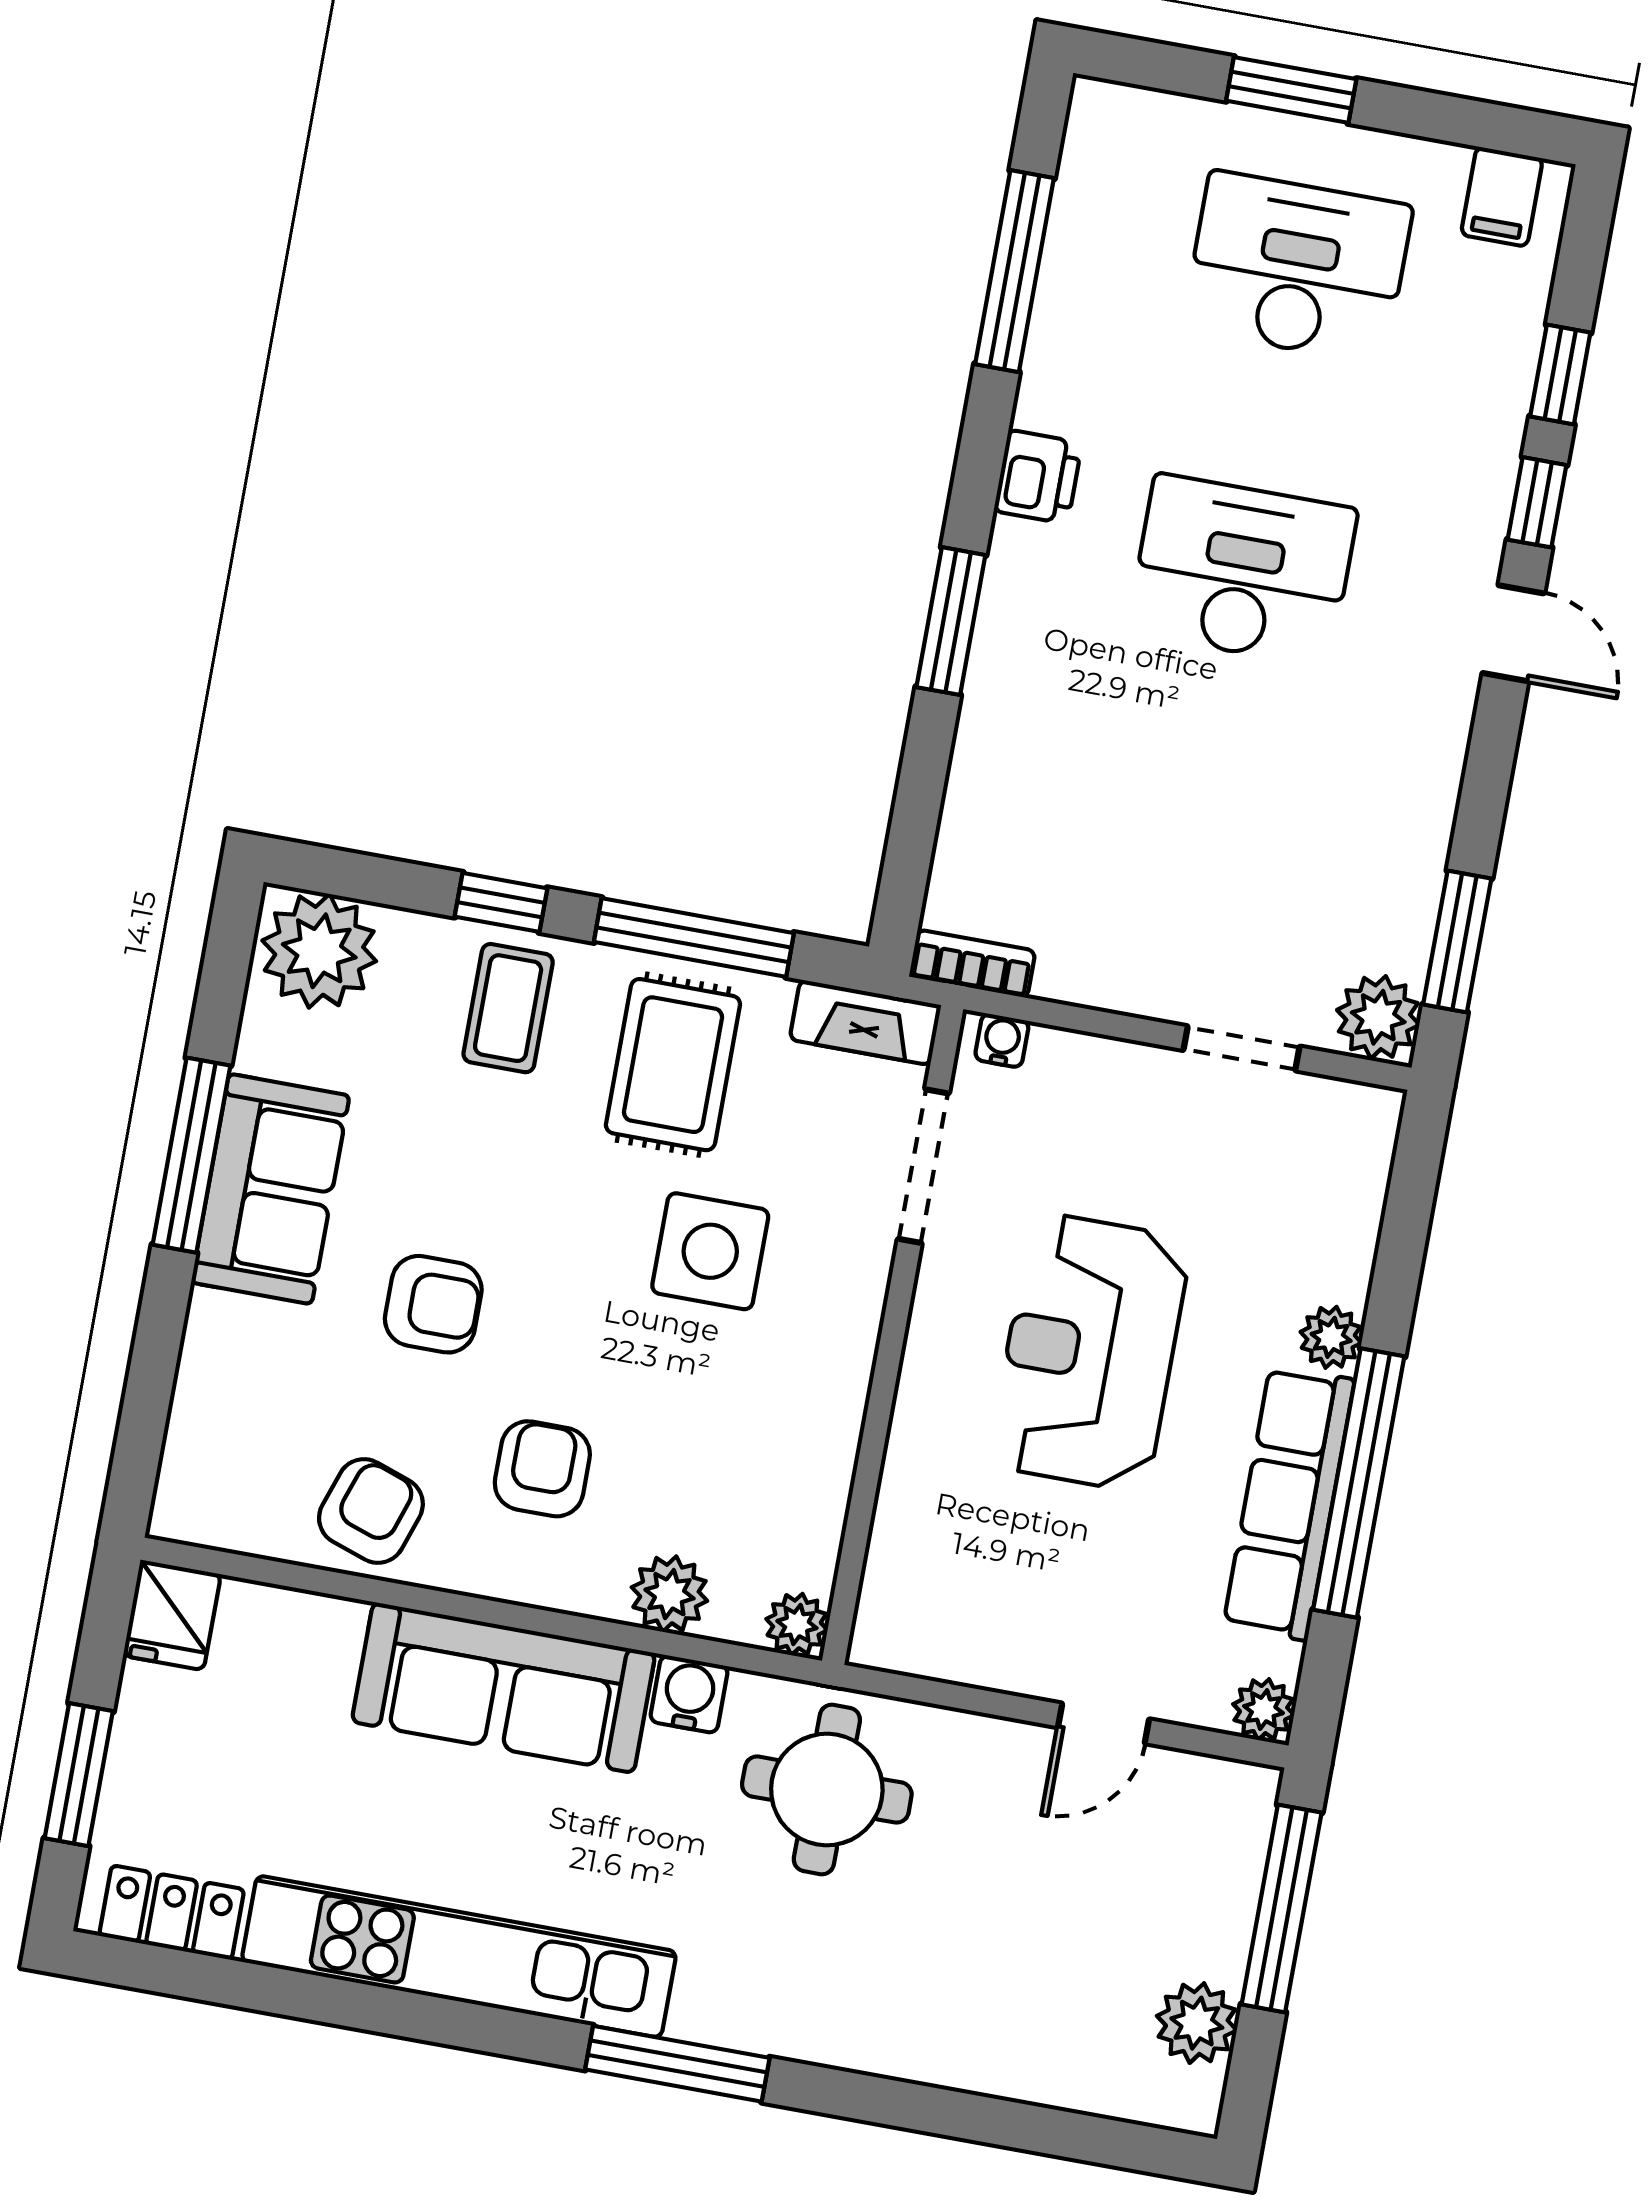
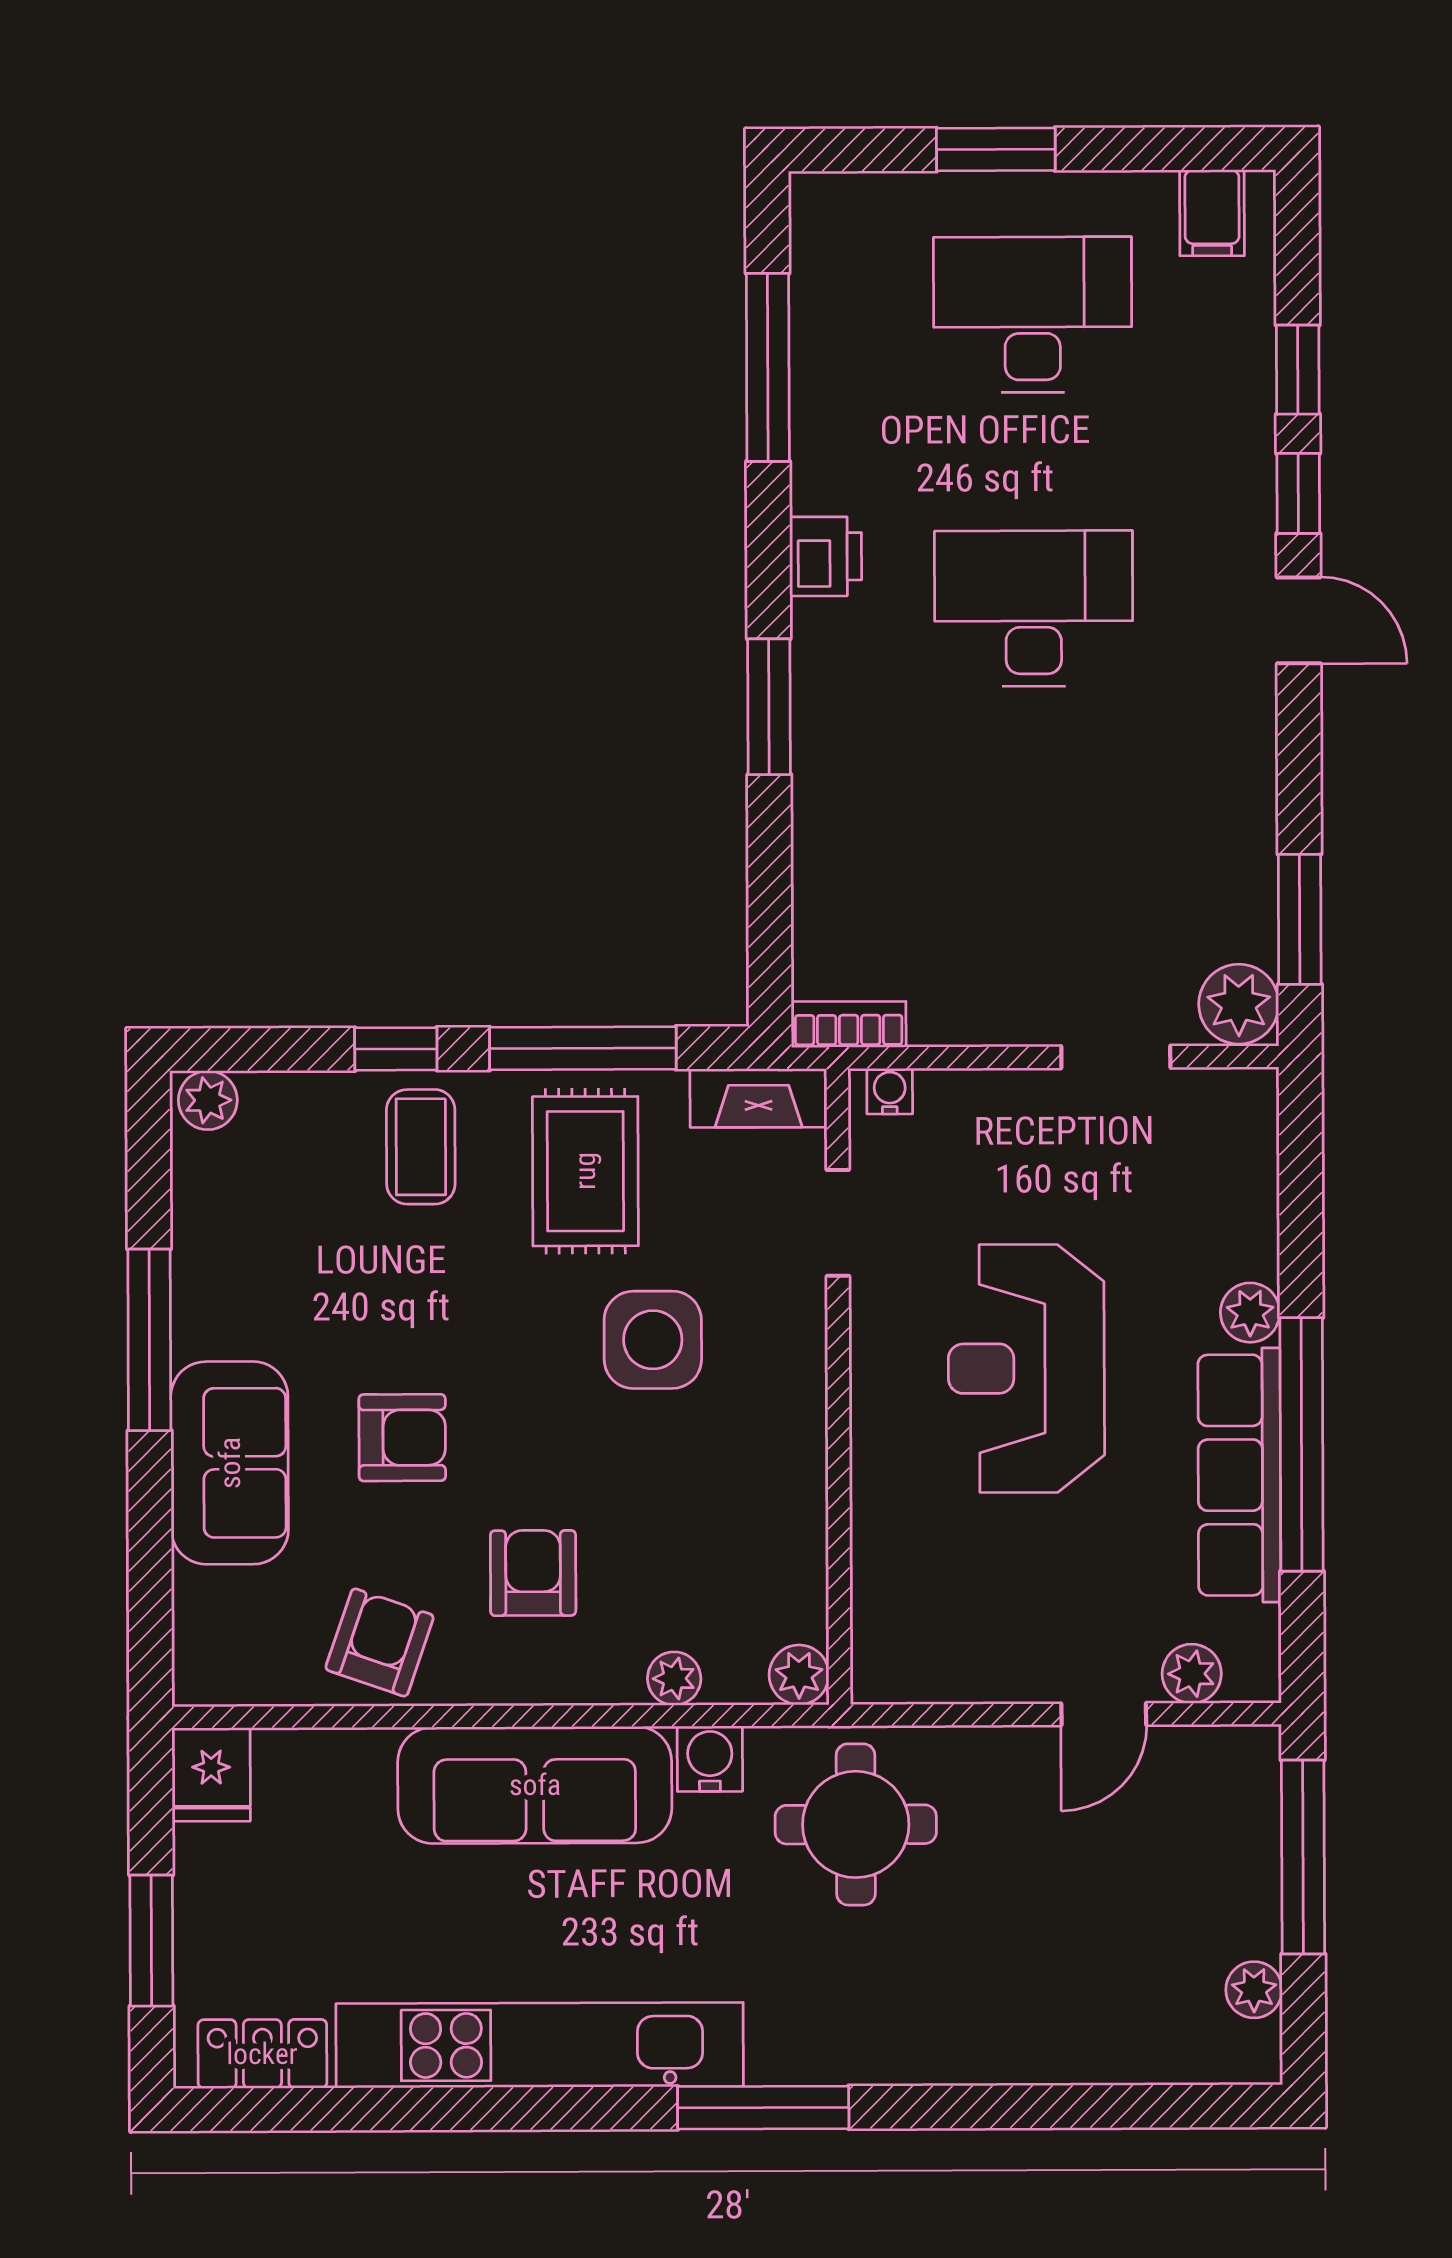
plant: (319, 951) -> (208, 1100), width x0.53, depth x0.53
doorway: (923, 1166) -> (838, 1223), width x0.73
sofa: (270, 1189) -> (230, 1463), moved
plant: (669, 1594) -> (674, 1678), width x0.73, depth x0.73
plant: (1264, 1710) -> (1192, 1674), moved
plant: (1197, 2023) -> (1254, 1990), width x0.73, depth x0.73

